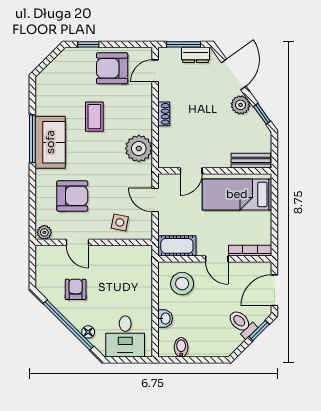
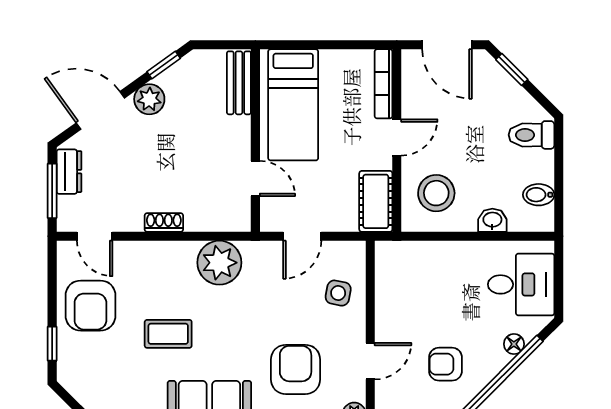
toilet: (242, 324) -> (531, 135), moved, turned 45

